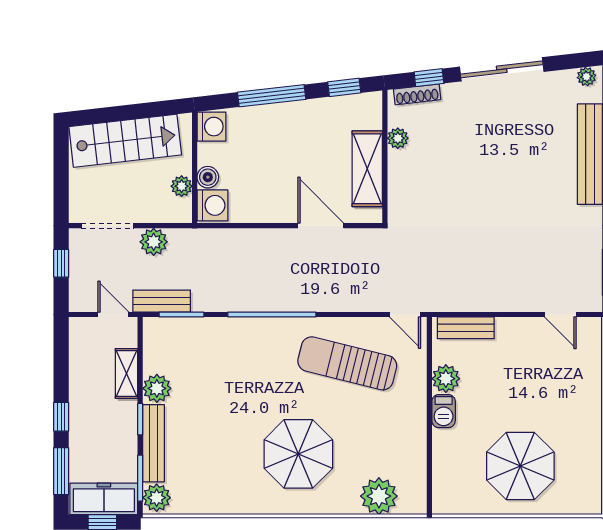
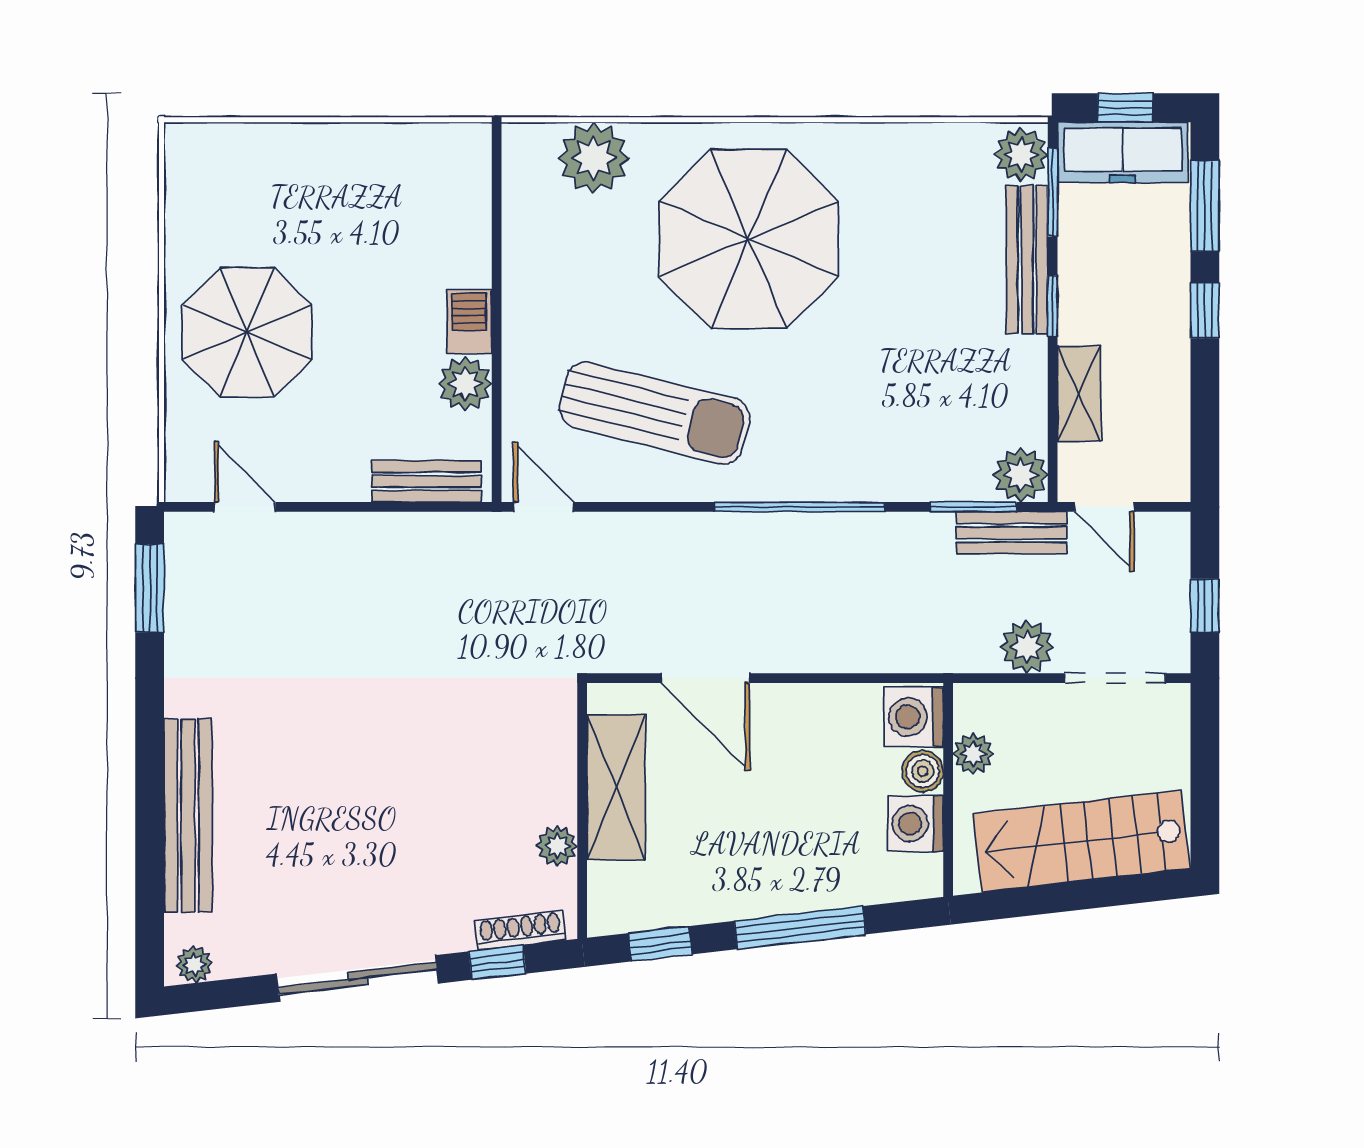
washing machine: (212, 127) -> (916, 824), moved
plant: (157, 388) -> (1021, 475), moved
parasol: (298, 454) -> (749, 239), width x1.36, depth x1.36
parasol: (520, 466) -> (247, 332), moved

